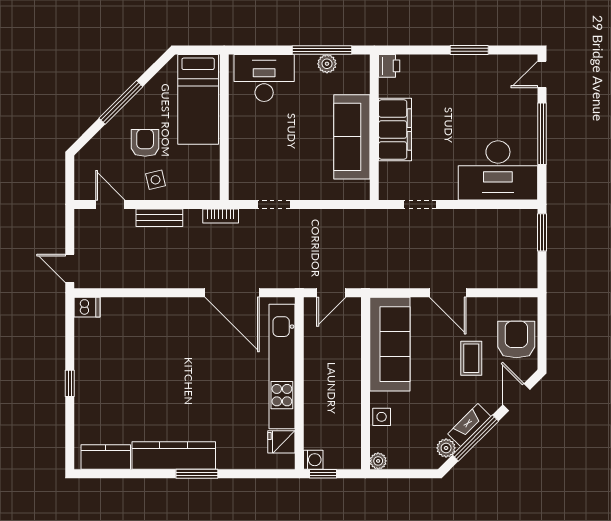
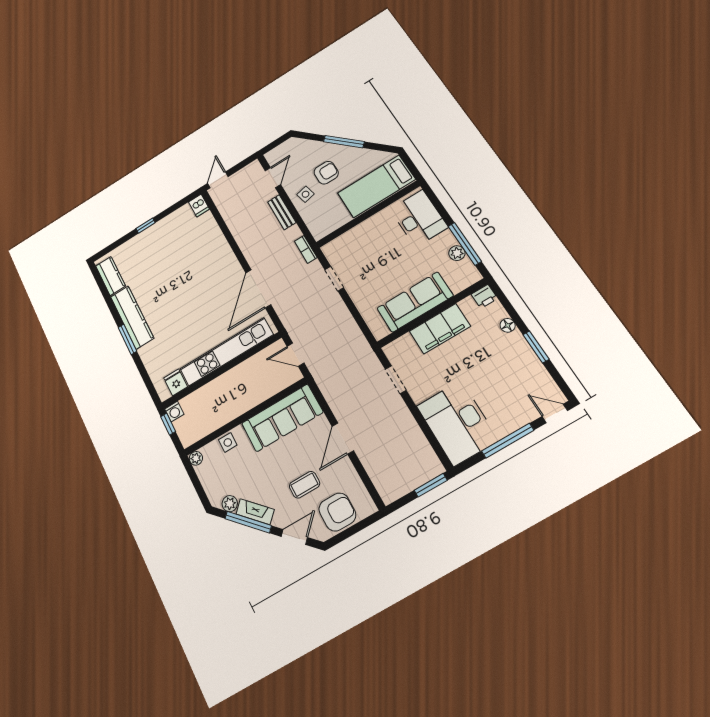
floor lamp: (432, 63) -> (508, 325), added

